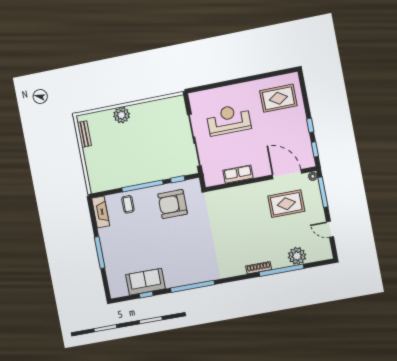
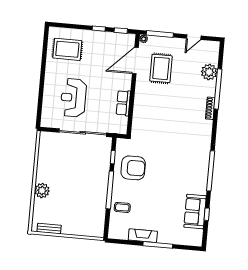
rug: (278, 98) -> (67, 49), turned 90
armchair: (173, 204) -> (133, 168), turned -90
fireplace: (101, 212) -> (143, 236), moved

